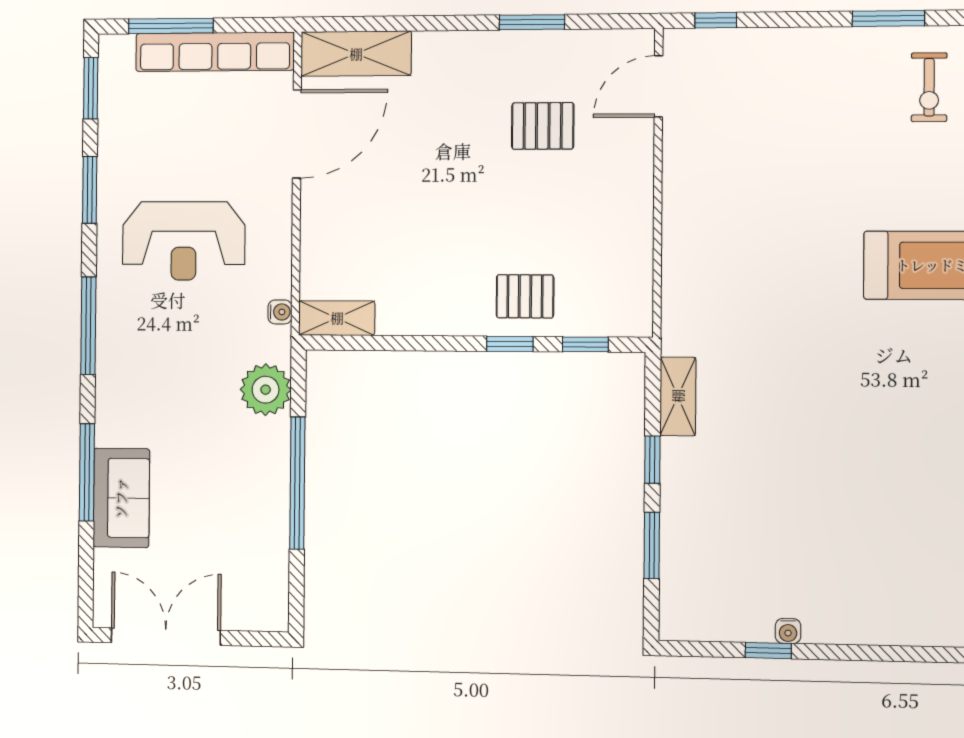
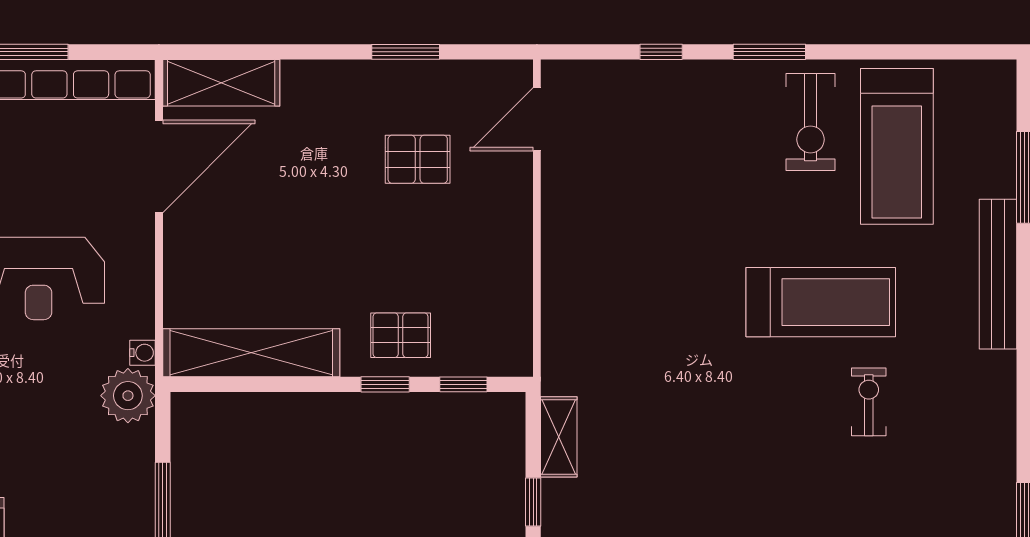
window: (716, 20) -> (661, 52), moved
exercise bike: (929, 87) -> (811, 122), width x1.38, depth x1.39
shelving: (337, 318) -> (251, 353), width x2.20, depth x1.33
plant: (266, 390) -> (128, 396), moved

